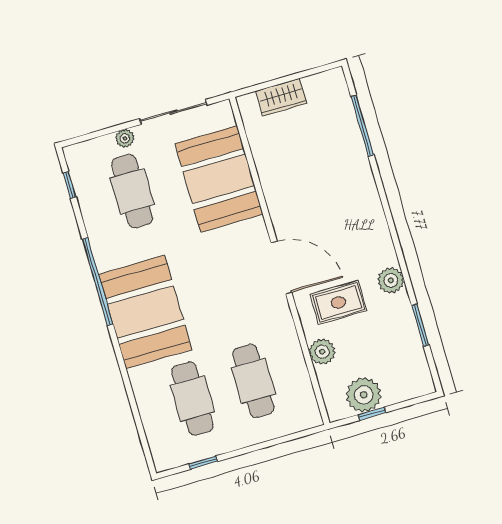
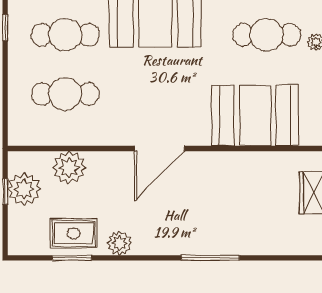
window: (362, 126) -> (210, 258), moved
rug: (338, 303) -> (74, 233), moved, turned 90
plant: (322, 352) -> (69, 167), width x1.36, depth x1.36

